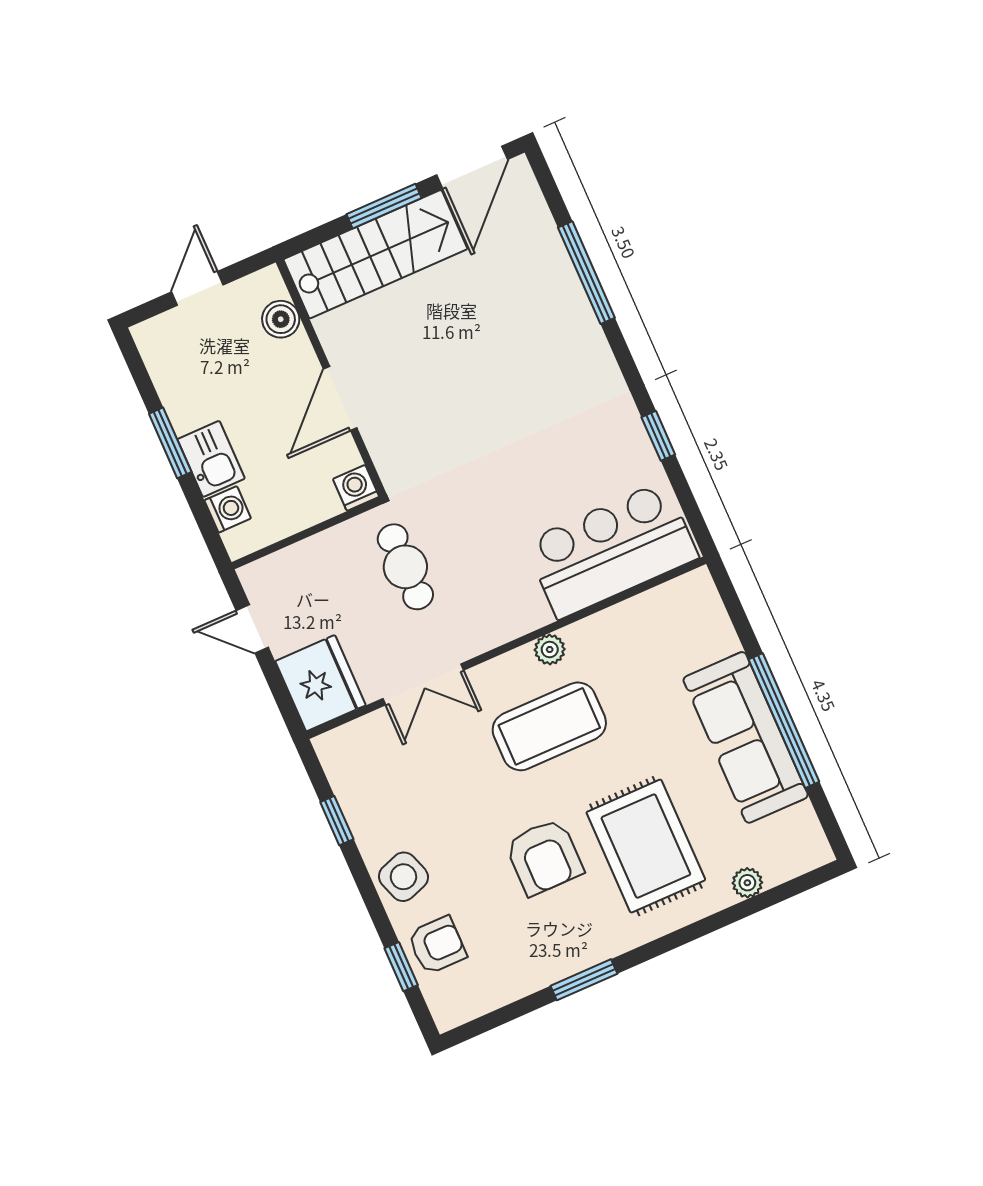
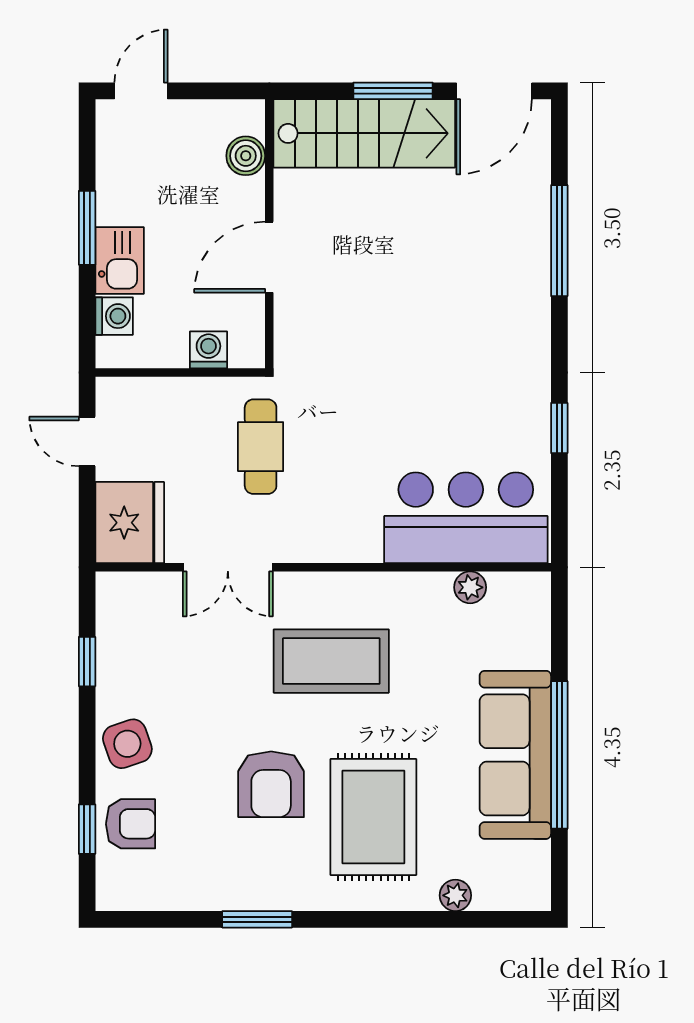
door: (197, 288) -> (141, 91), moved
washing machine: (356, 488) -> (208, 350), moved
plant: (550, 650) -> (470, 587), moved

